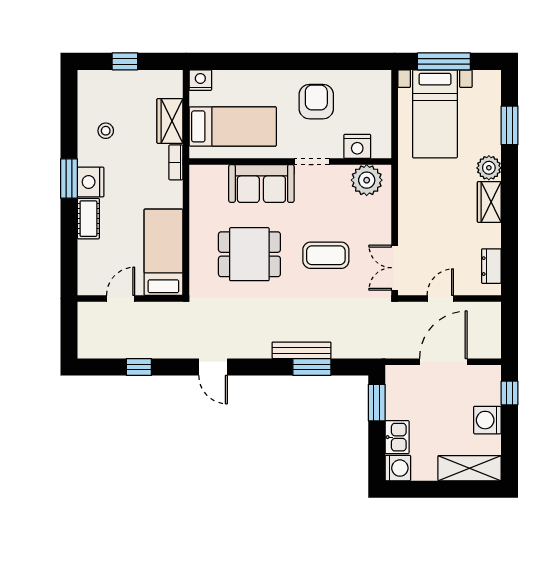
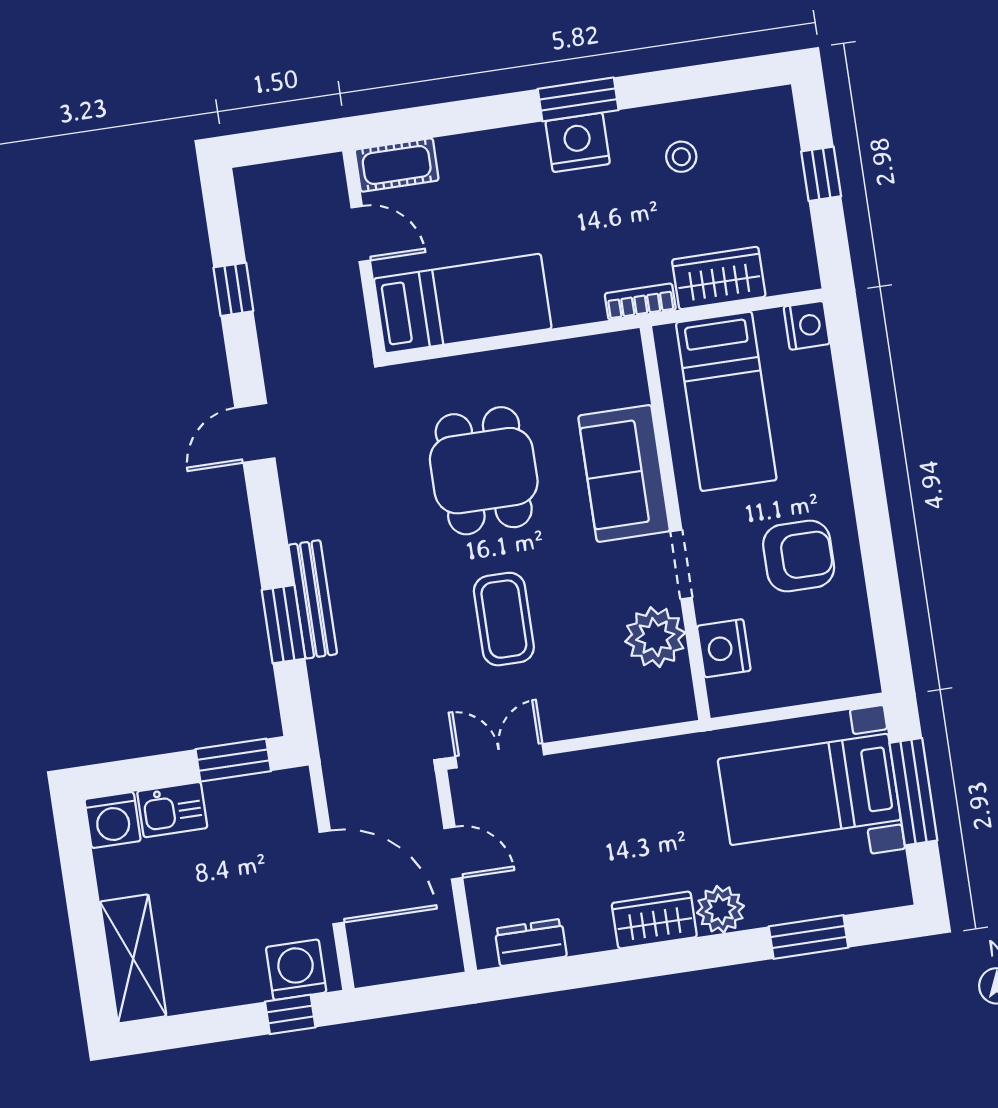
plant: (367, 180) -> (655, 637), moved
cot: (88, 219) -> (397, 165), moved
washing machine: (487, 420) -> (296, 970), moved

